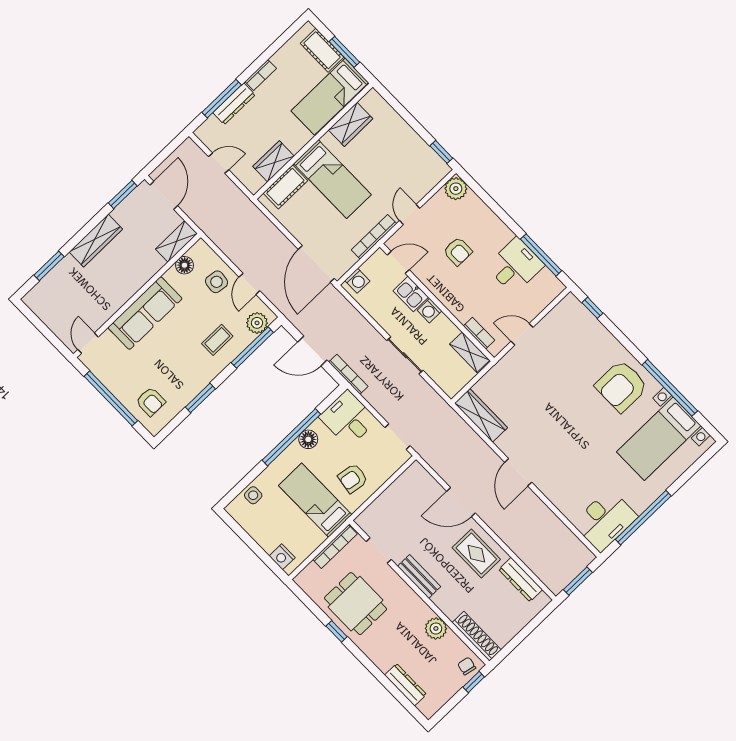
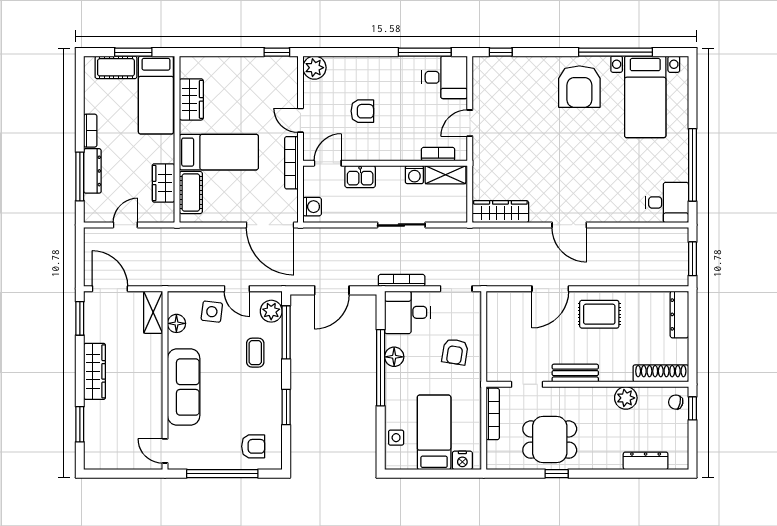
desk: (515, 266) -> (444, 77), moved, turned 90
washing machine: (430, 311) -> (414, 175), moved
bookcase: (348, 374) -> (402, 280), moved
bed: (315, 500) -> (434, 432), moved, turned 90
desk: (605, 520) -> (667, 202), width x0.73
dresser: (521, 580) -> (679, 314), moved, turned 90

